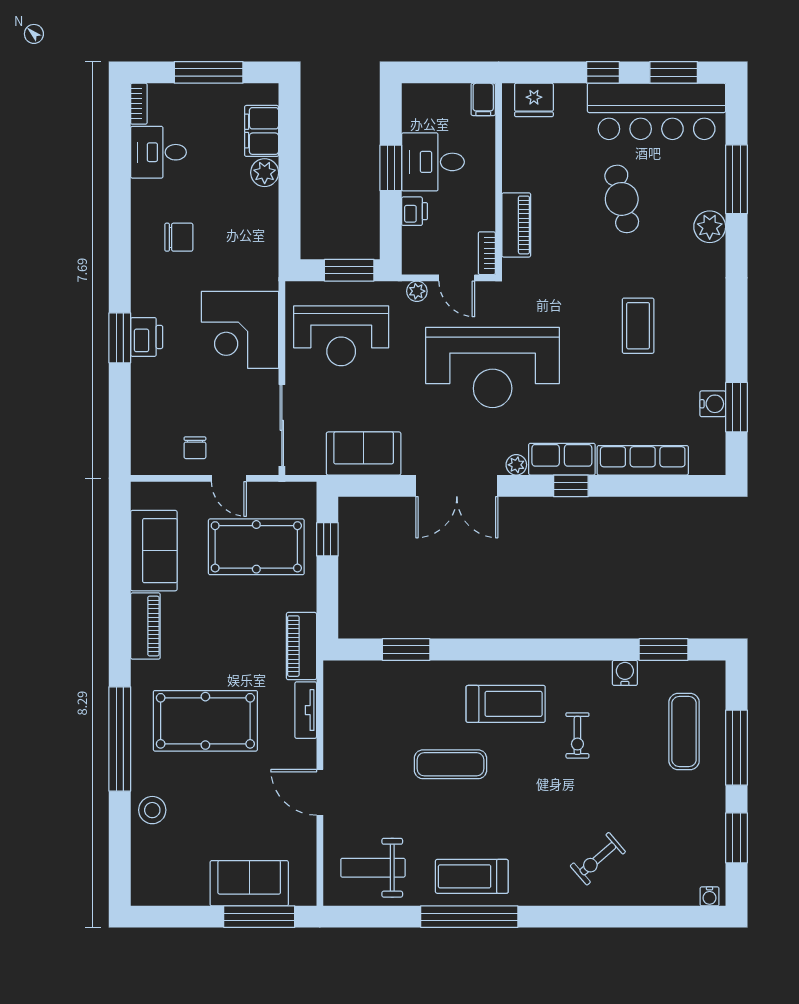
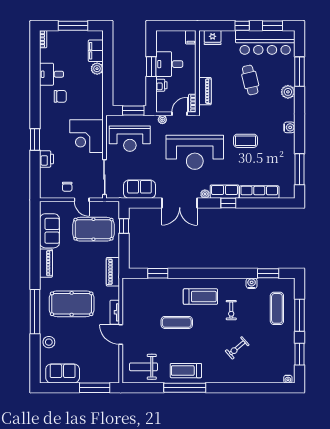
desk: (158, 152) -> (52, 74), moved
door: (457, 278) -> (179, 114), swing flipped
coffee table: (638, 326) -> (245, 141), moved, turned 90
printer: (147, 337) -> (46, 159), moved
water cooler: (713, 404) -> (289, 127), moved
window: (736, 407) -> (299, 169), width x1.44
tv unit: (306, 710) -> (115, 312), moved
exercise bike: (598, 859) -> (237, 348), moved
sofa: (249, 883) -> (63, 373), moved

